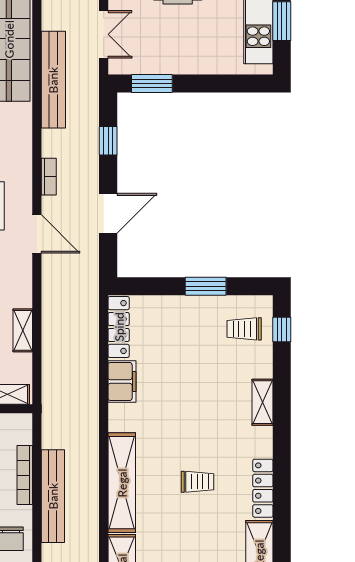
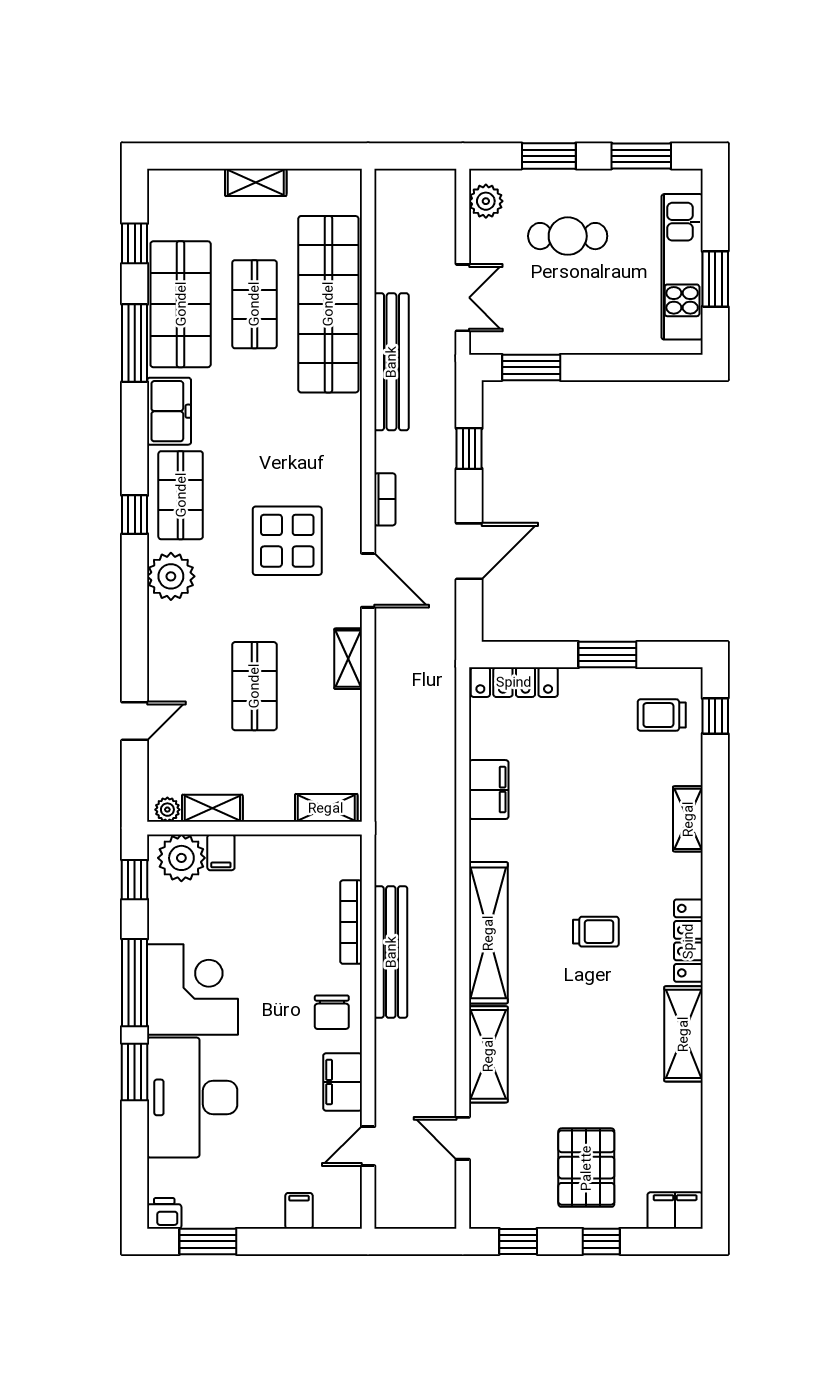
locker: (119, 327) -> (514, 682), moved, turned 90
shelving: (23, 330) -> (348, 659), moved

